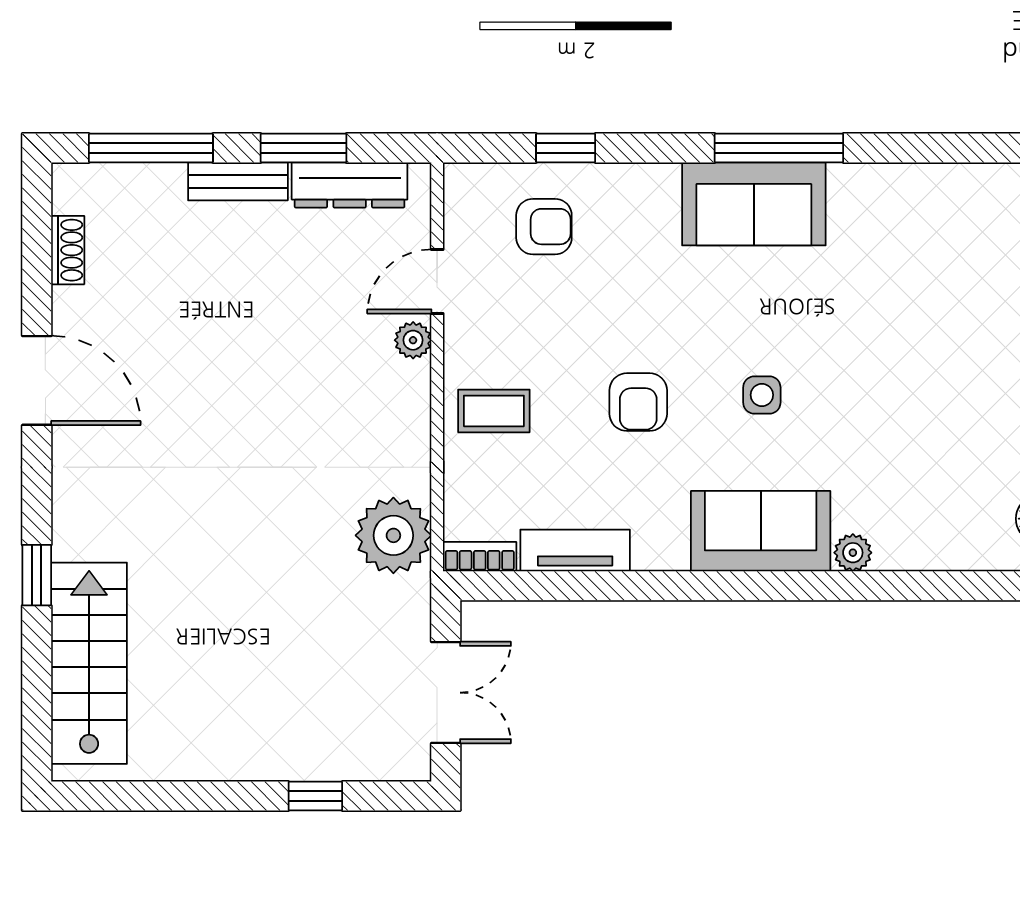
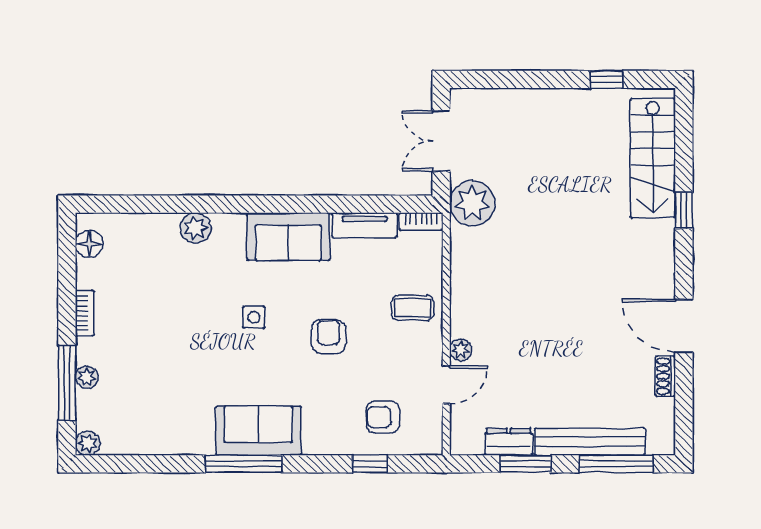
bench: (238, 181) -> (590, 442), width x1.86, depth x1.21
dresser: (350, 185) -> (509, 442), width x0.70
shoe rack: (68, 250) -> (665, 376), moved
armchair: (638, 402) -> (329, 337), moved
sofa: (761, 531) -> (288, 237), moved
plant: (393, 535) -> (472, 203), moved
plant: (853, 553) -> (196, 228), width x1.38, depth x1.38
window: (315, 796) -> (607, 79), moved

